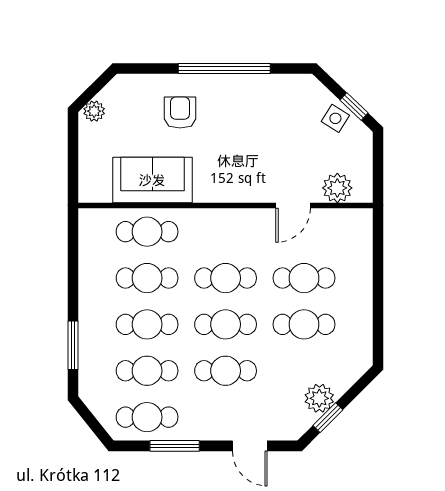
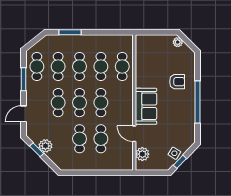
sofa: (152, 180) -> (146, 106), moved

